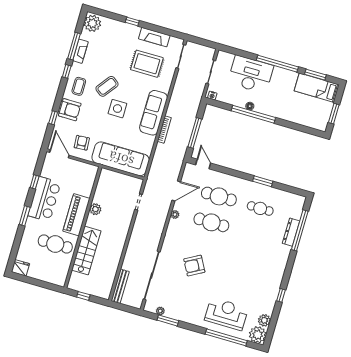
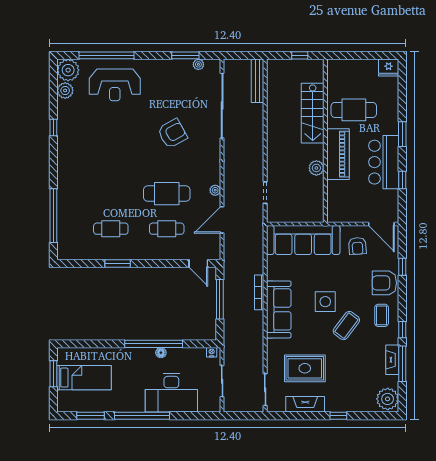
bed: (317, 88) -> (84, 378), moved
cafe table: (219, 196) -> (167, 229), width x0.73, depth x0.74
dresser: (291, 232) -> (64, 210), removed

